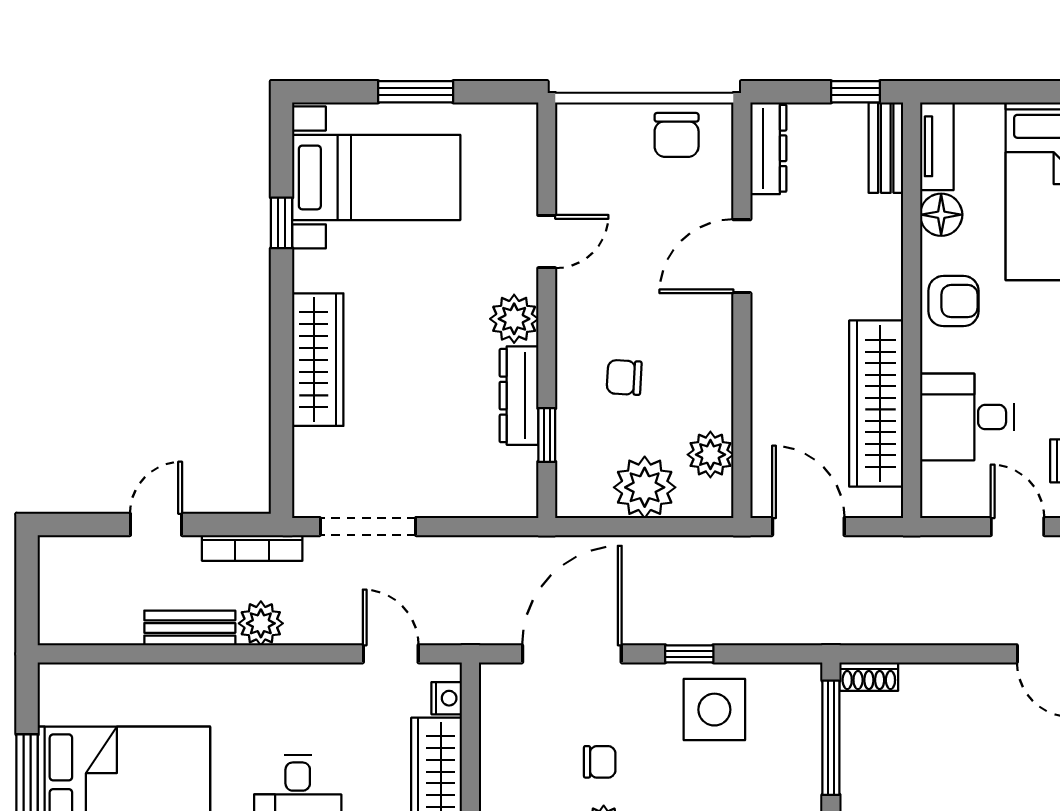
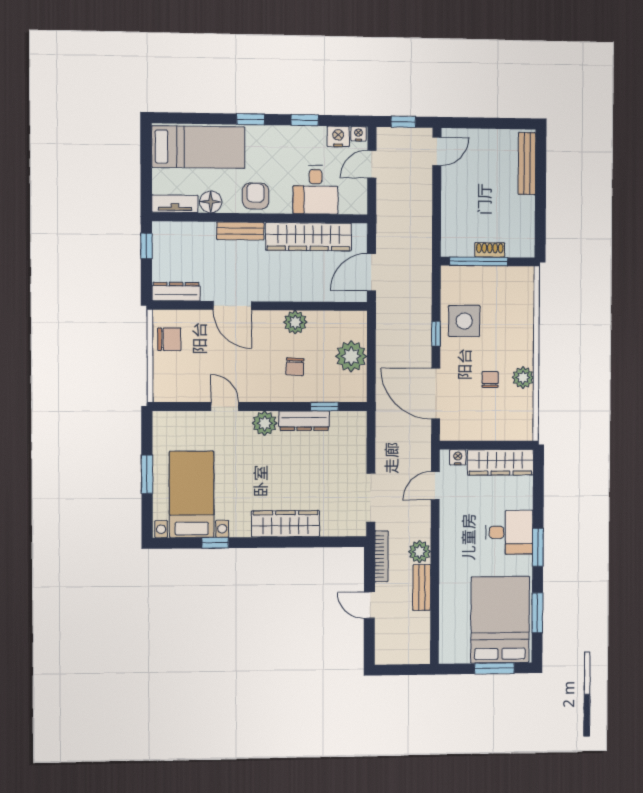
bench: (886, 148) -> (240, 231), moved
plant: (710, 455) -> (295, 322), moved
shoe rack: (869, 677) -> (490, 250), moved, turned -90

